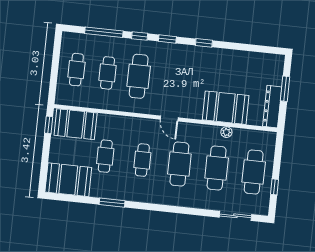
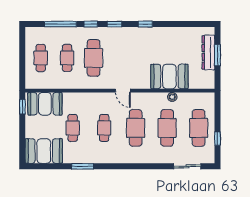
dresser: (272, 107) -> (208, 52), moved

